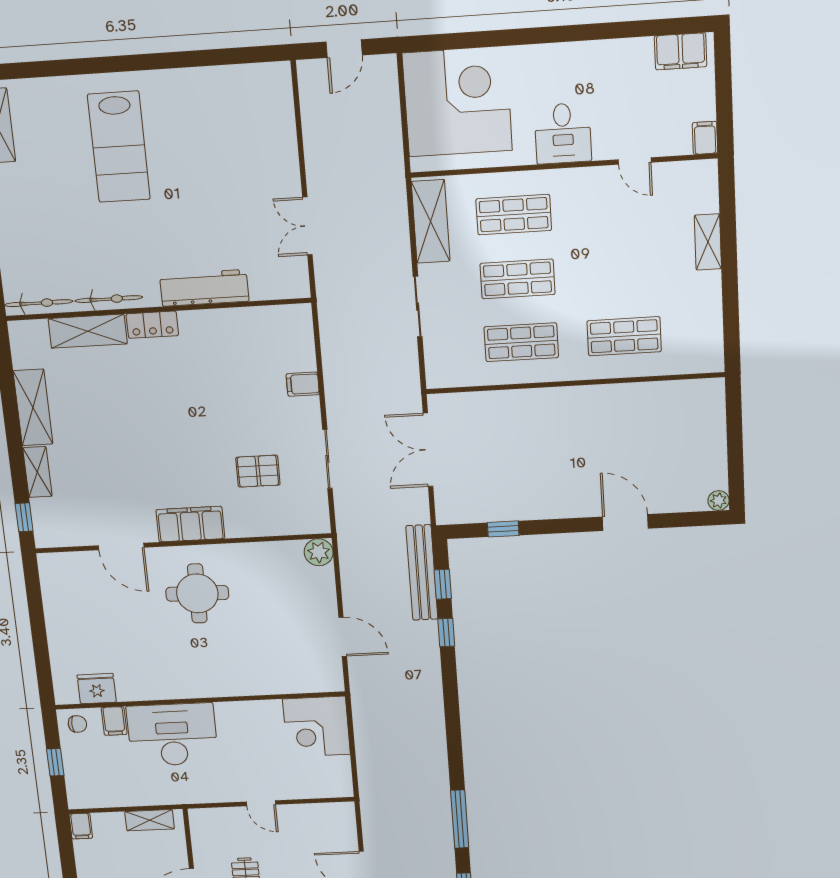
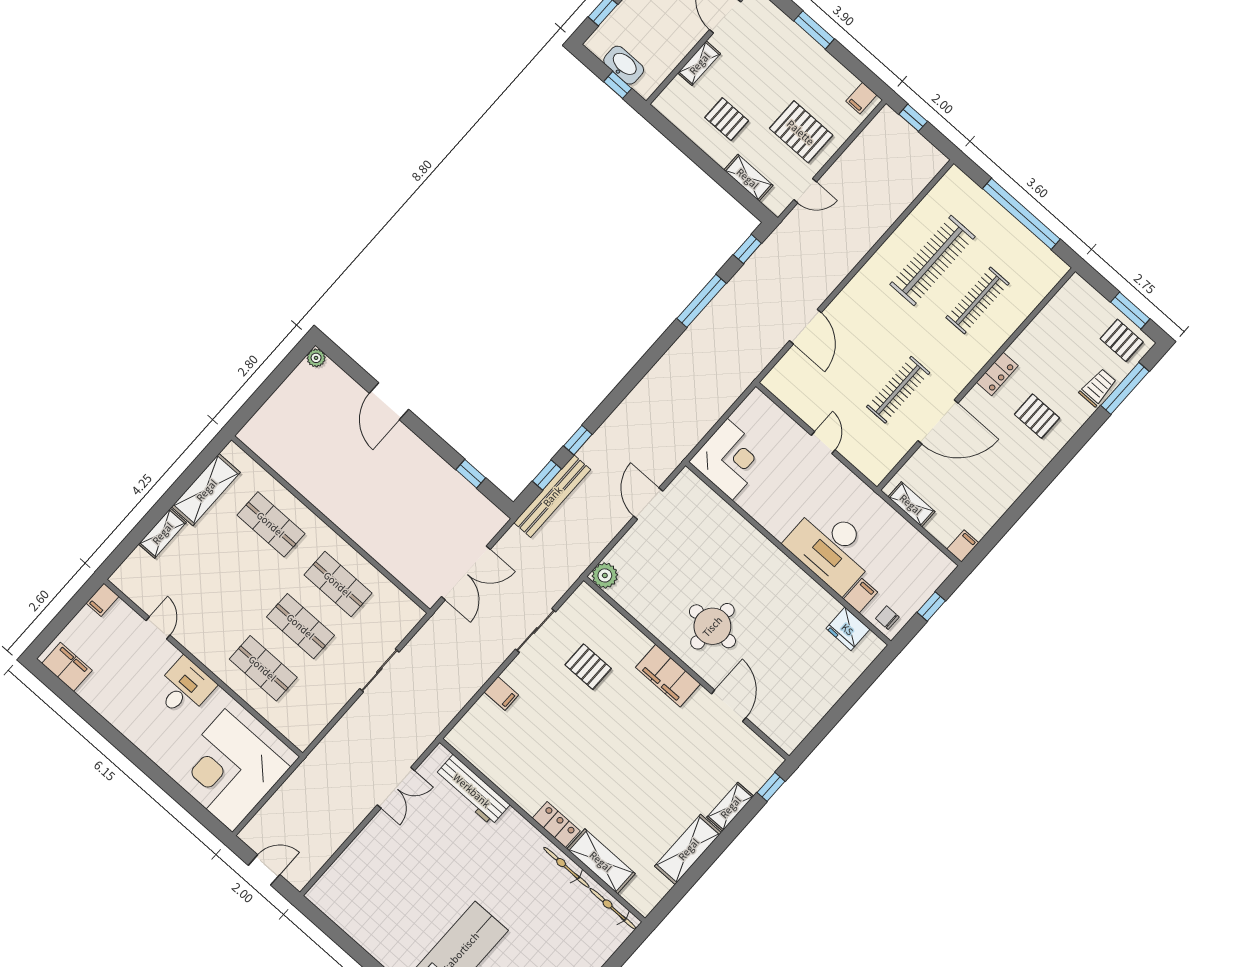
shelving: (431, 221) -> (206, 490), moved
workbench: (204, 288) -> (472, 790), moved

